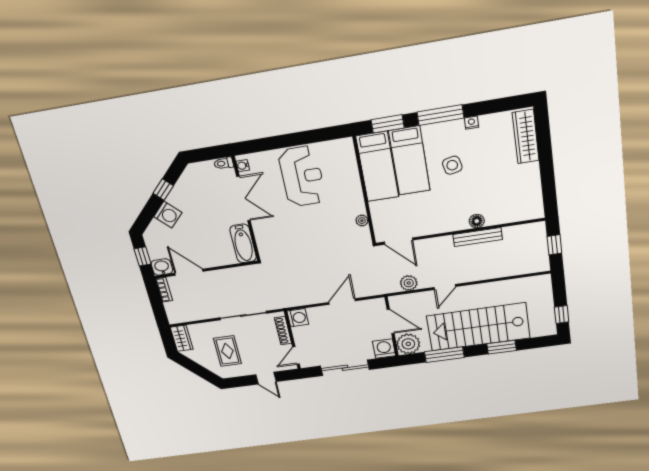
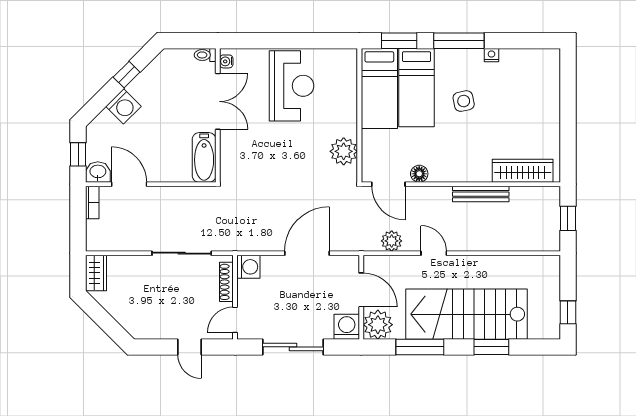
wardrobe: (526, 137) -> (523, 171), moved, turned 90
plant: (362, 221) -> (344, 151), width x1.87, depth x1.87
floor lamp: (477, 221) -> (419, 174), moved
door: (445, 287) -> (434, 253), swing flipped
door: (342, 302) -> (307, 253), width x1.36
rug: (227, 351) -> (150, 300), removed

